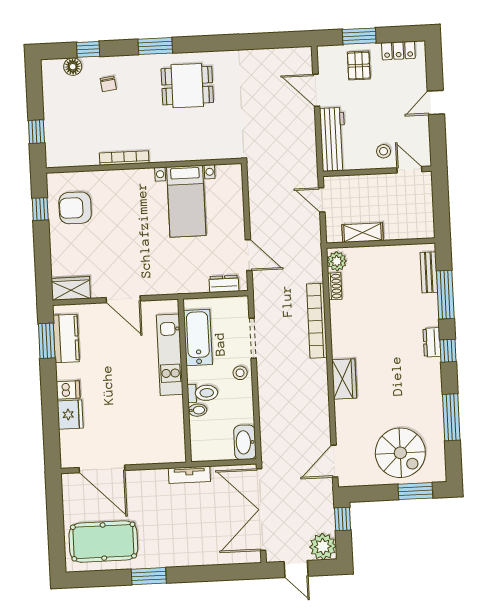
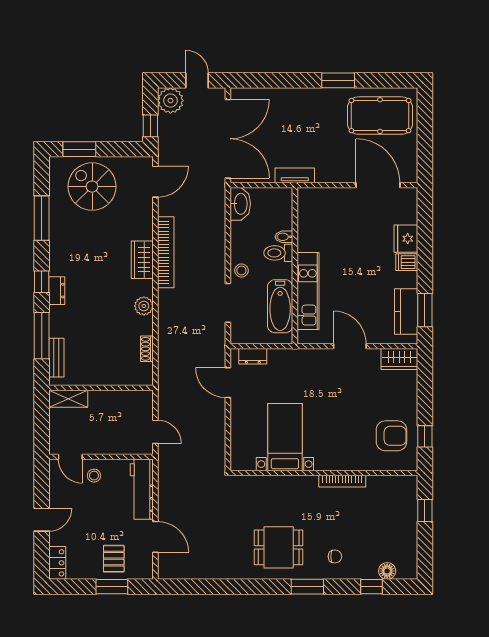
locker: (398, 51) -> (57, 563), moved, turned 90
chair: (108, 84) -> (335, 556), moved, turned 98
shelving: (363, 233) -> (68, 399), moved
plant: (337, 261) -> (144, 306), moved
bookcase: (317, 321) -> (166, 252), moved

